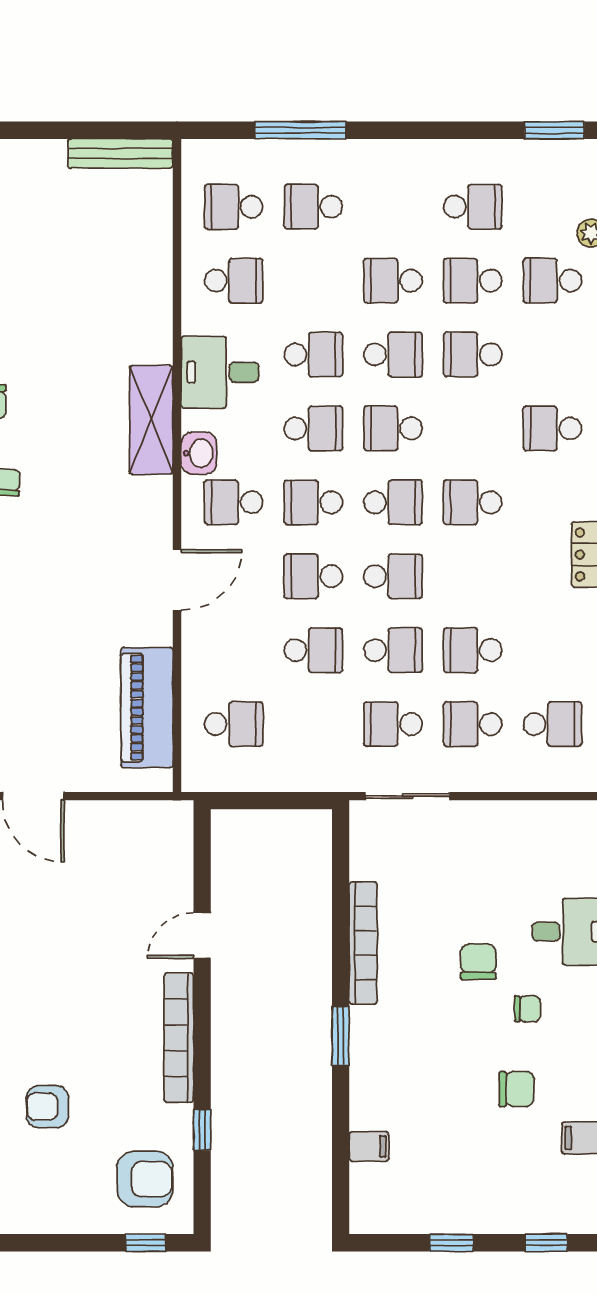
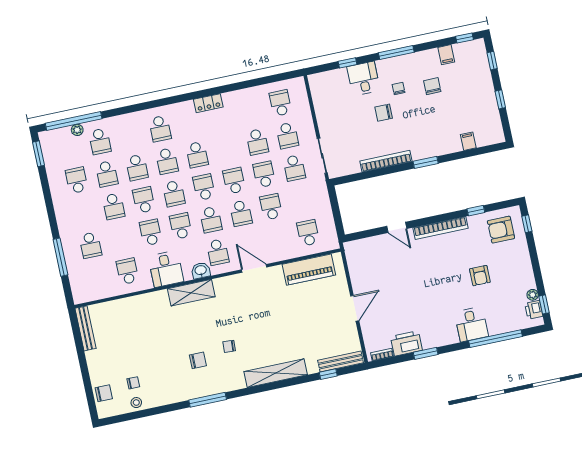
school desk: (234, 207) -> (167, 161), moved
armchair: (145, 1179) -> (501, 230), turned -90

